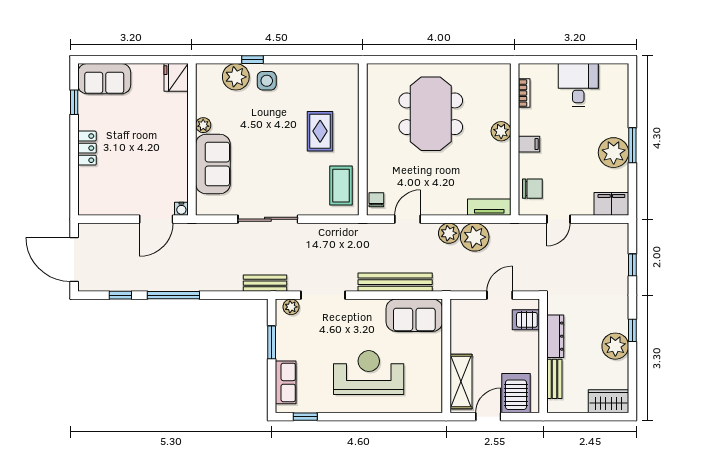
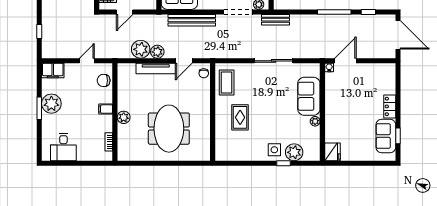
sofa: (104, 79) -> (386, 136), moved, turned -90
desk: (578, 85) -> (63, 147), moved
tv unit: (489, 207) -> (156, 69), moved, width x1.41

